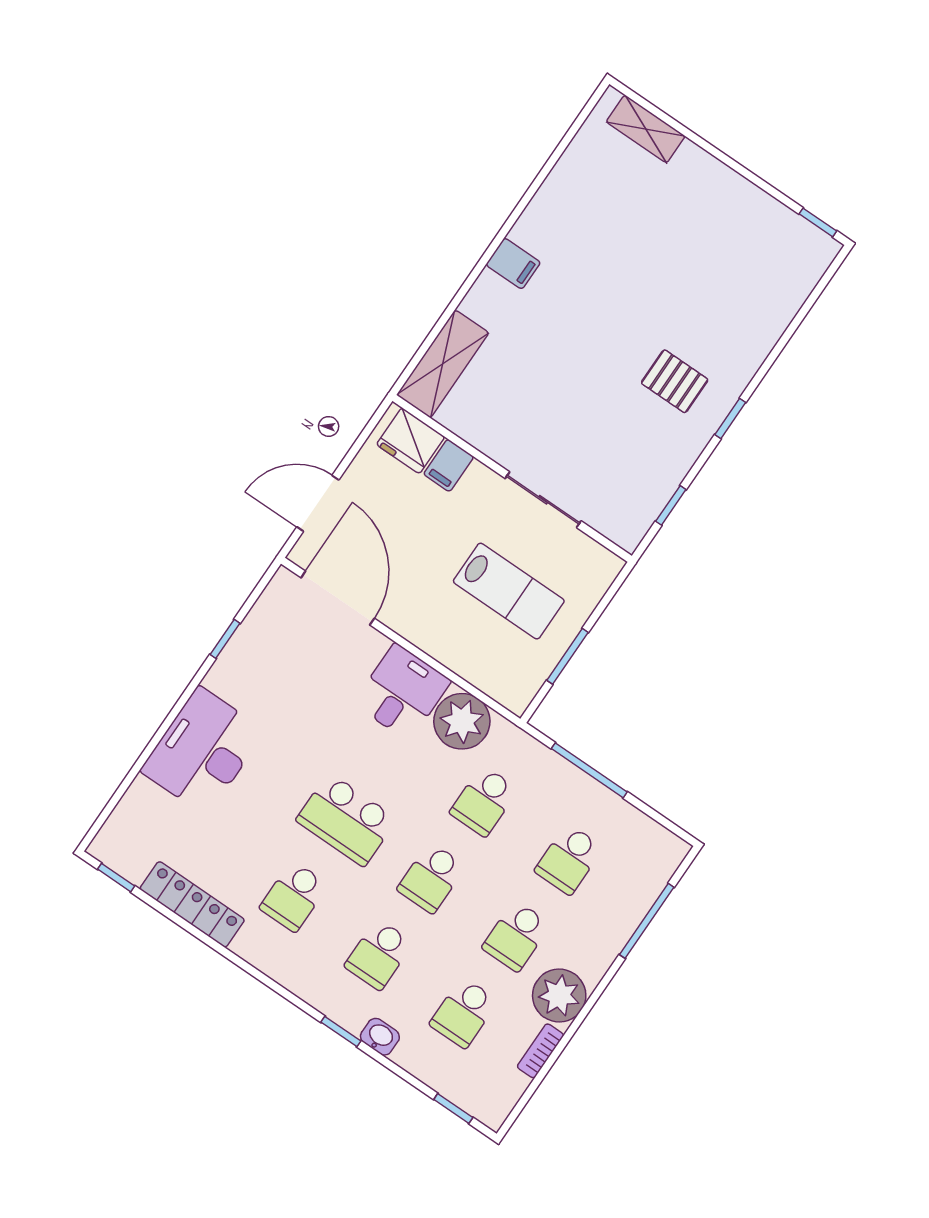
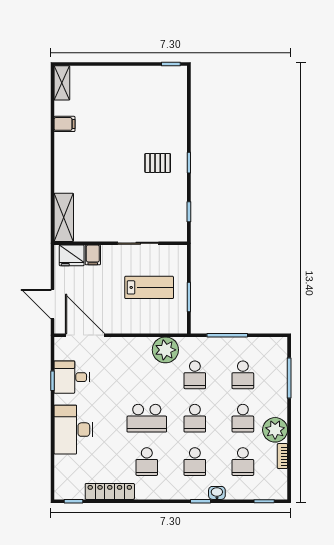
shelving: (646, 129) -> (62, 83), moved, turned 90
filing cabinet: (513, 264) -> (64, 124), moved
door: (318, 503) -> (52, 304), hinge flipped
desk: (402, 692) -> (72, 377), moved, turned -90

